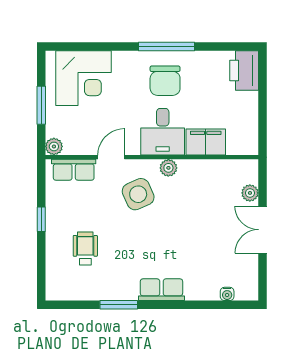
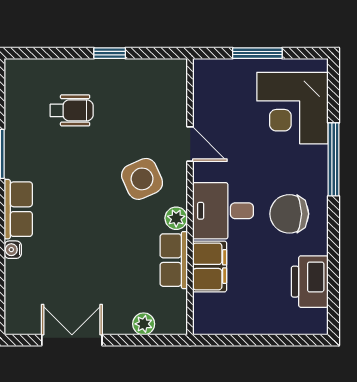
window: (166, 47) -> (334, 159), moved
printer: (244, 70) -> (310, 282), moved, turned -90
plant: (54, 146) -> (204, 70), removed
row of seats: (74, 170) -> (174, 260), moved
double door: (263, 230) -> (72, 340), moved
water cooler: (227, 294) -> (13, 250), moved

